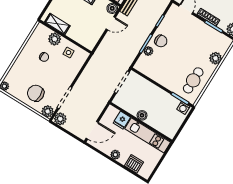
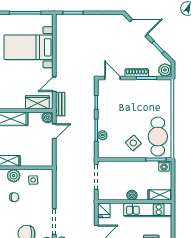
chair: (161, 41) -> (108, 120), removed
plant: (216, 58) -> (165, 105), removed
side table: (170, 73) -> (133, 143), added
cafe table: (193, 80) -> (158, 136), width x1.37, depth x1.35
fridge: (122, 120) -> (104, 210), moved
shelving: (165, 129) -> (160, 195), added

